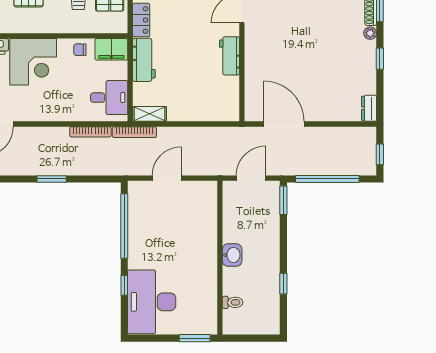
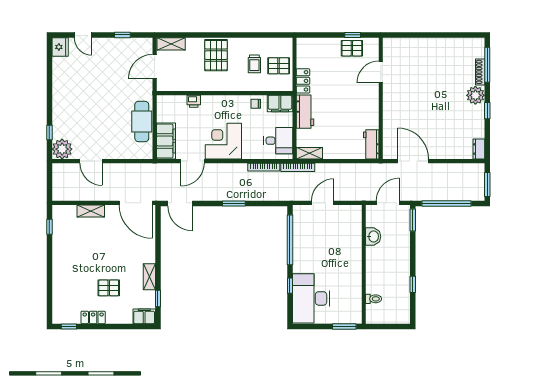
plant: (370, 33) -> (475, 95), width x1.88, depth x1.88
workbench: (229, 56) -> (371, 144), moved
corner desk: (33, 62) -> (223, 141), moved, turned 180
window: (380, 154) -> (487, 185), width x1.50
washbasin: (232, 255) -> (373, 237), moved

